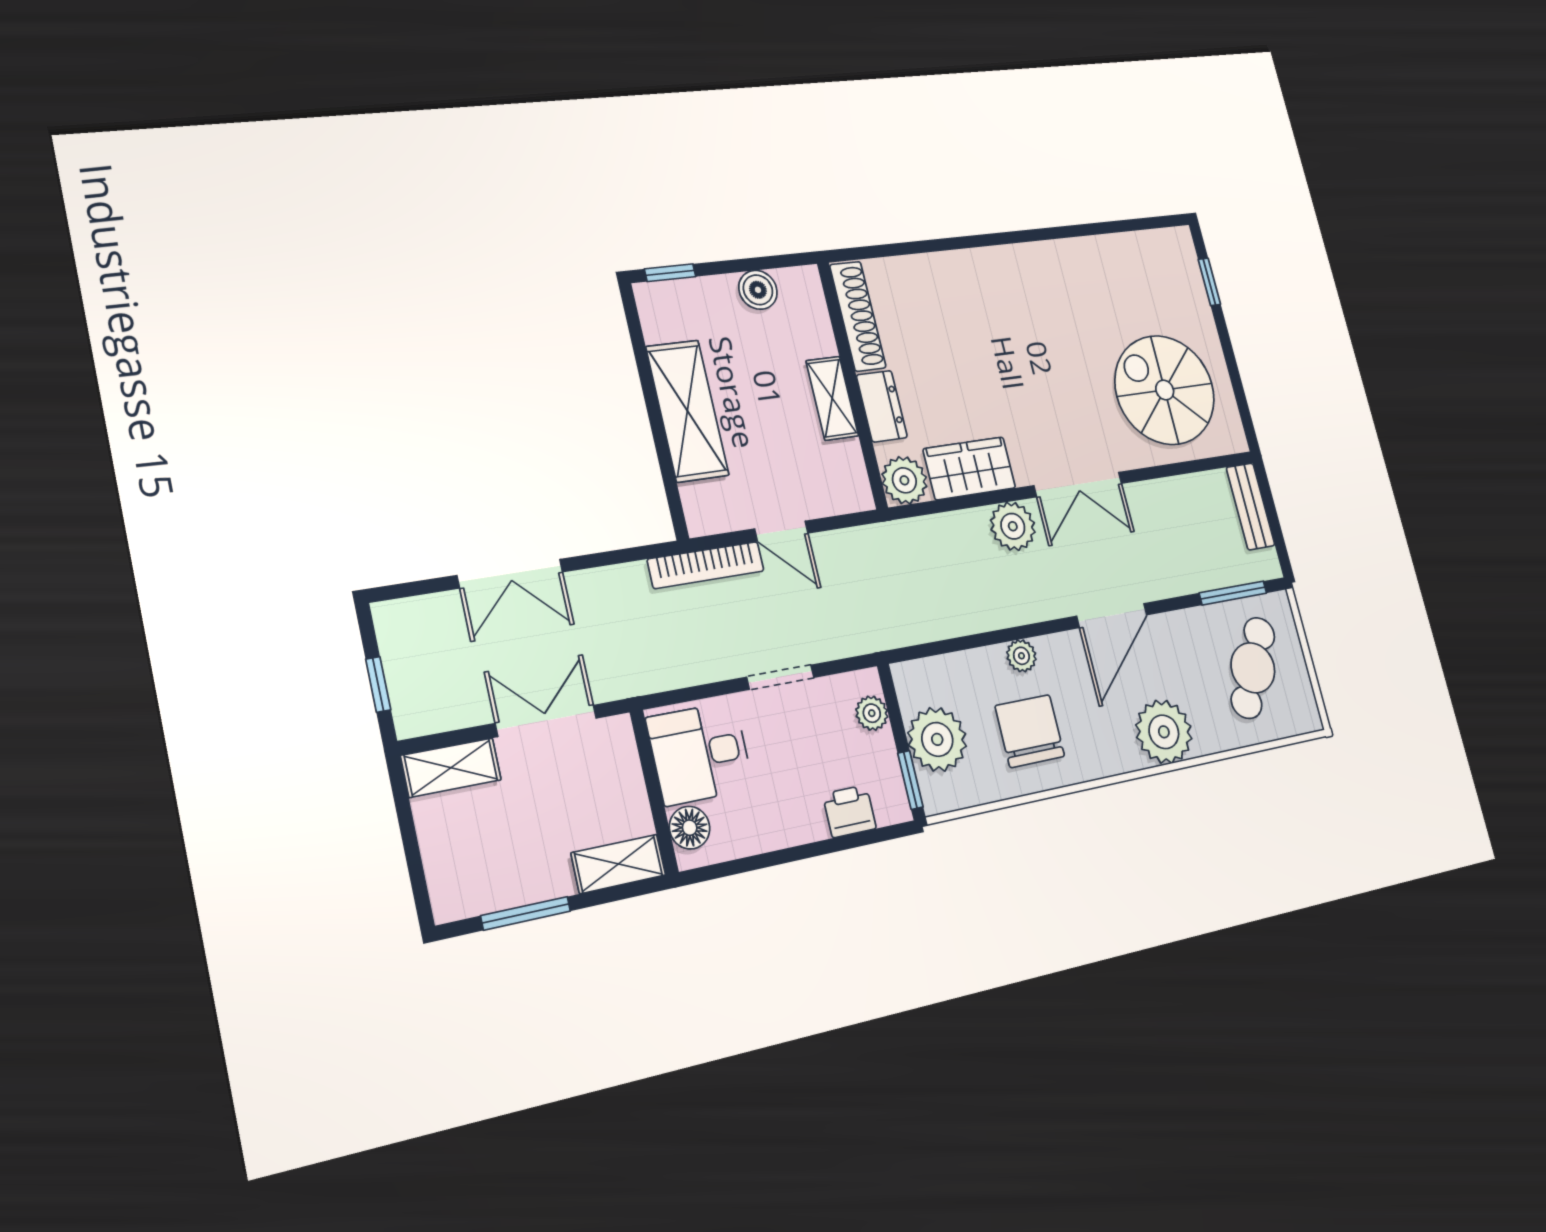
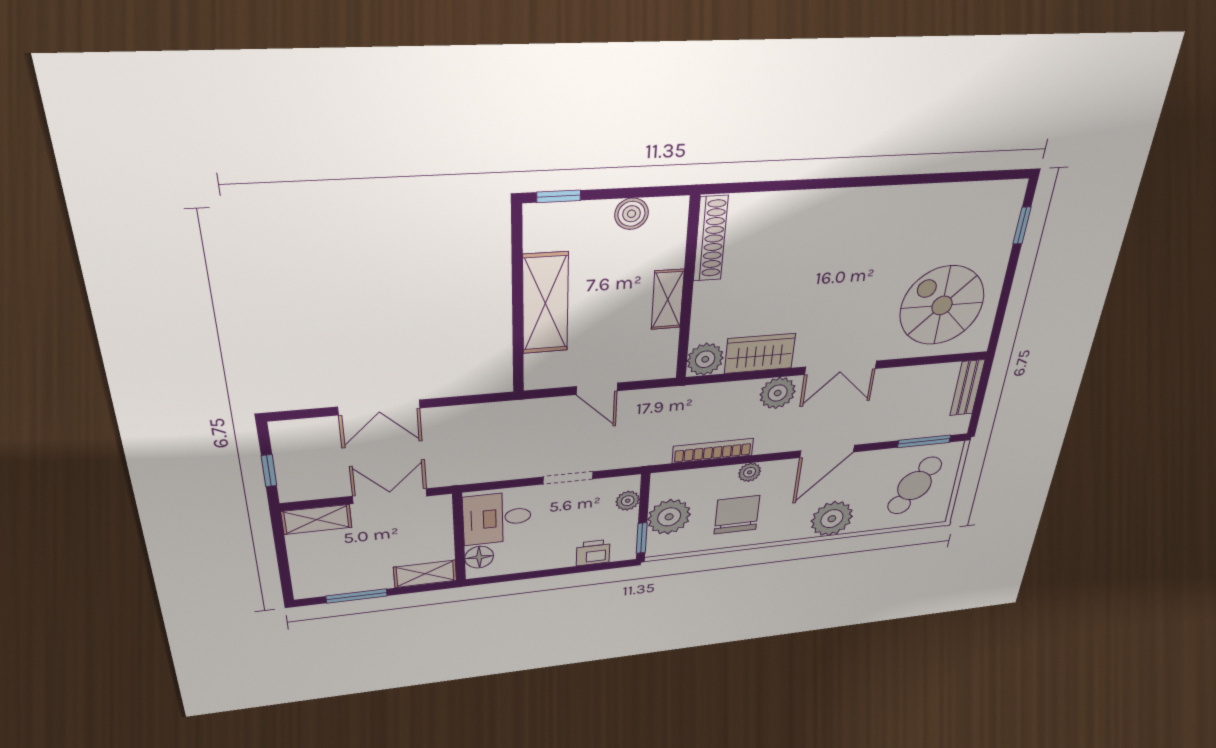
dresser: (882, 406) -> (706, 307), removed
bookcase: (706, 565) -> (713, 451), moved, turned 180

